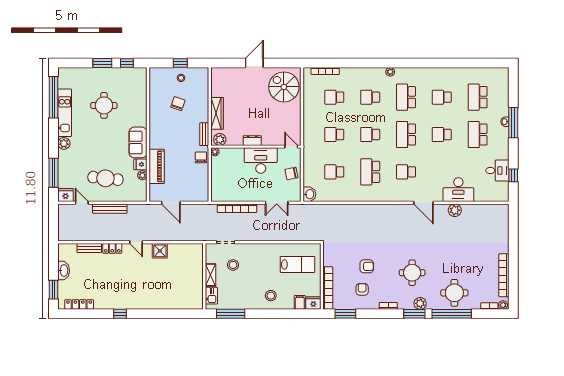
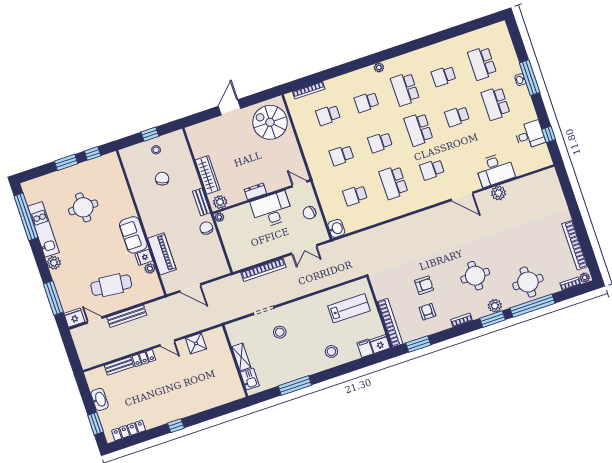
shelving: (210, 275) -> (241, 357), moved
wall: (204, 276) -> (235, 361), moved
kitchen sink: (211, 296) -> (250, 379), moved

